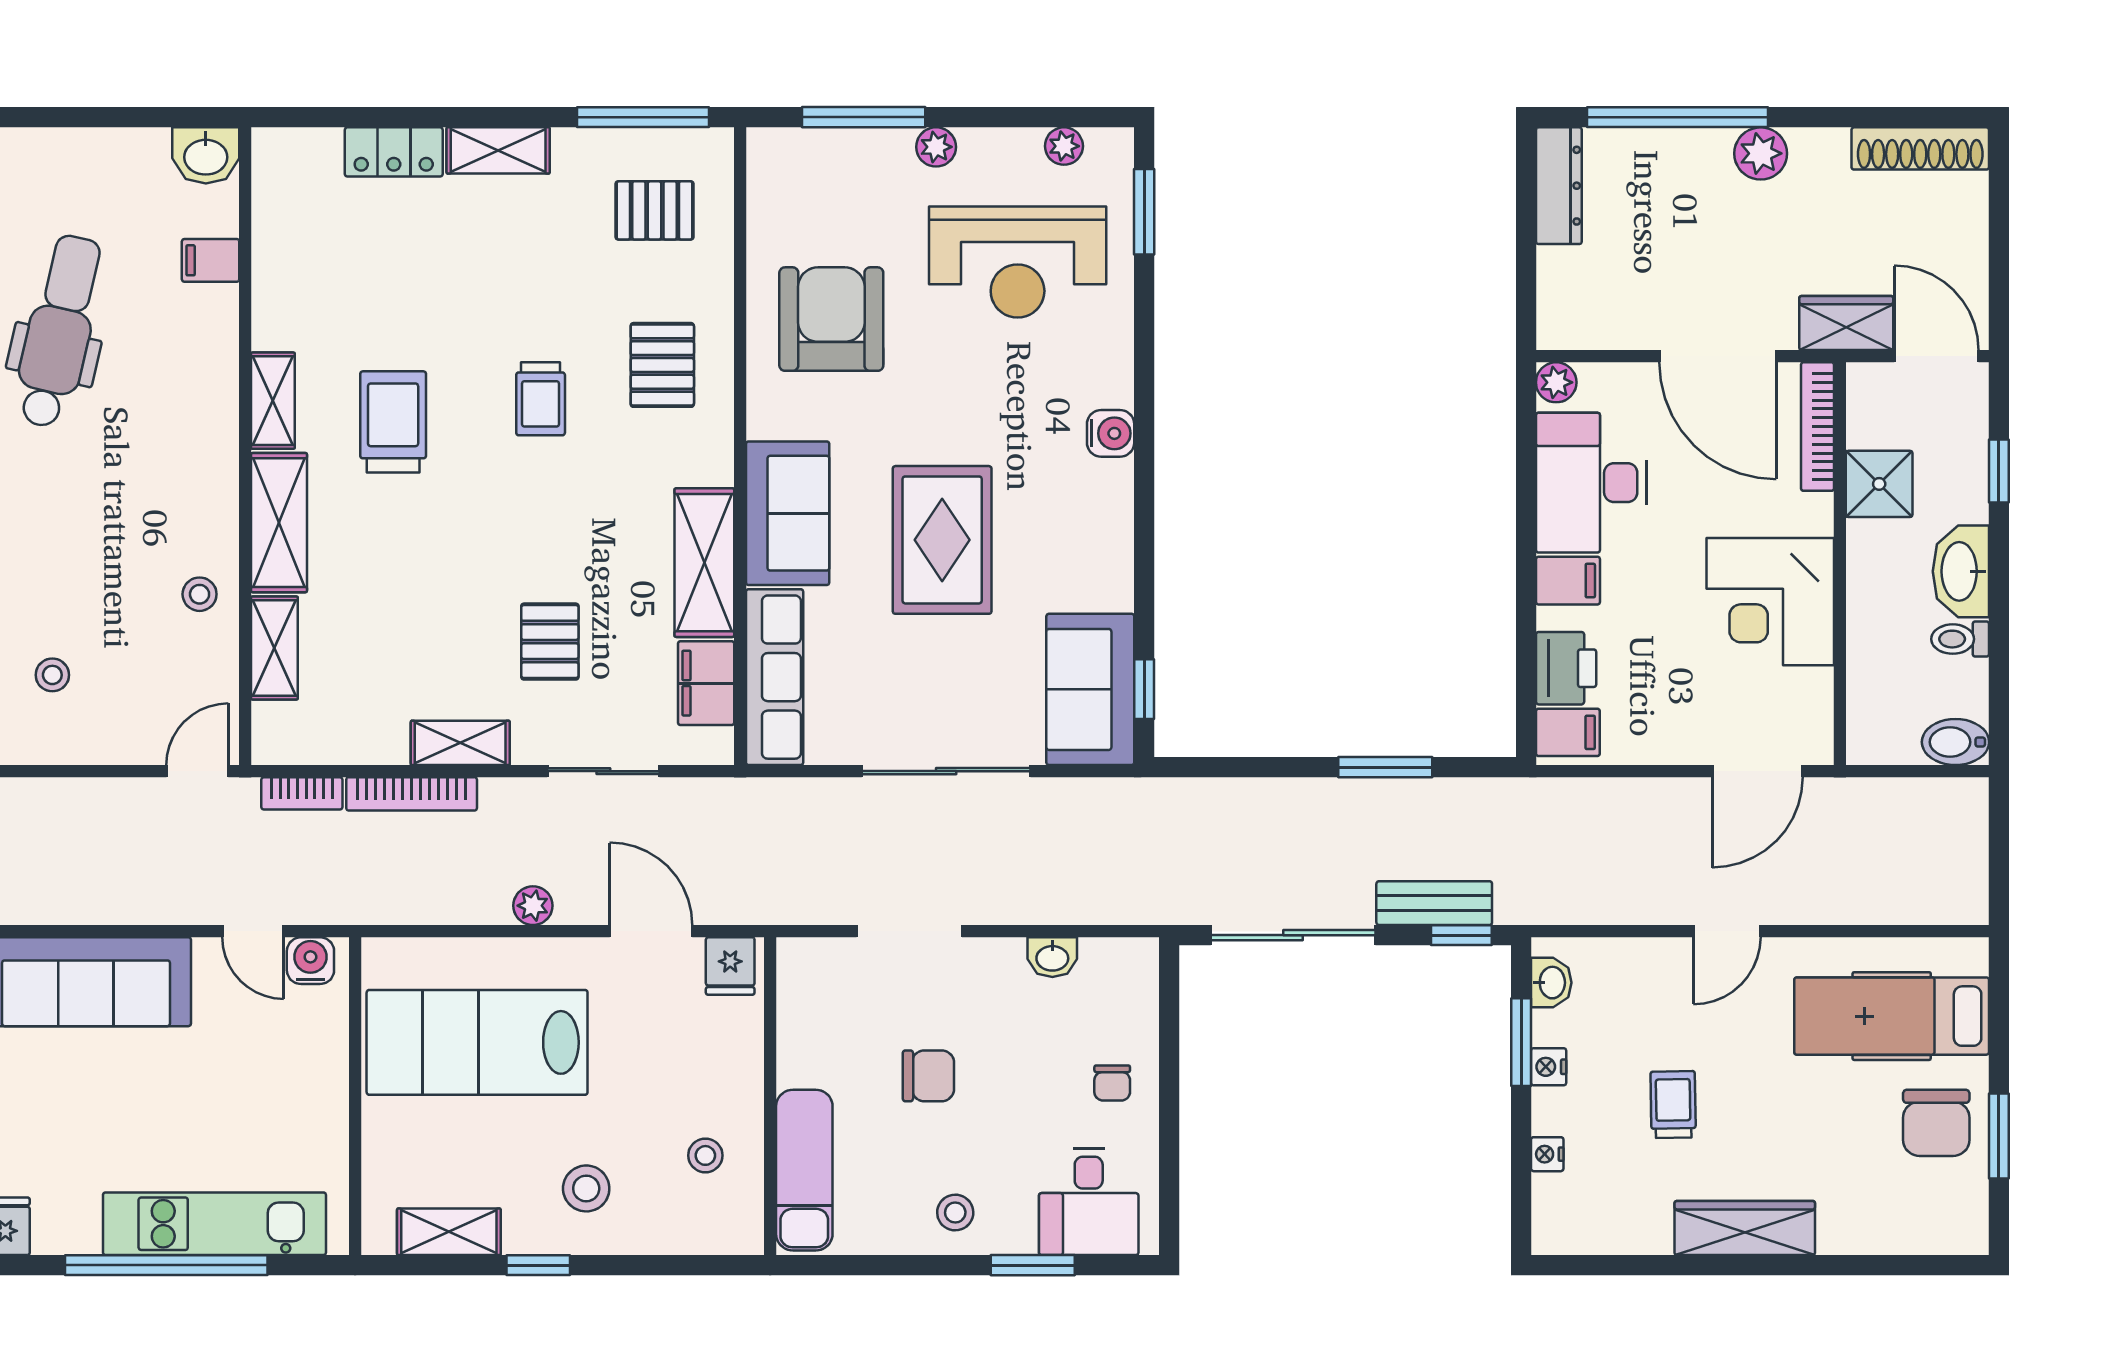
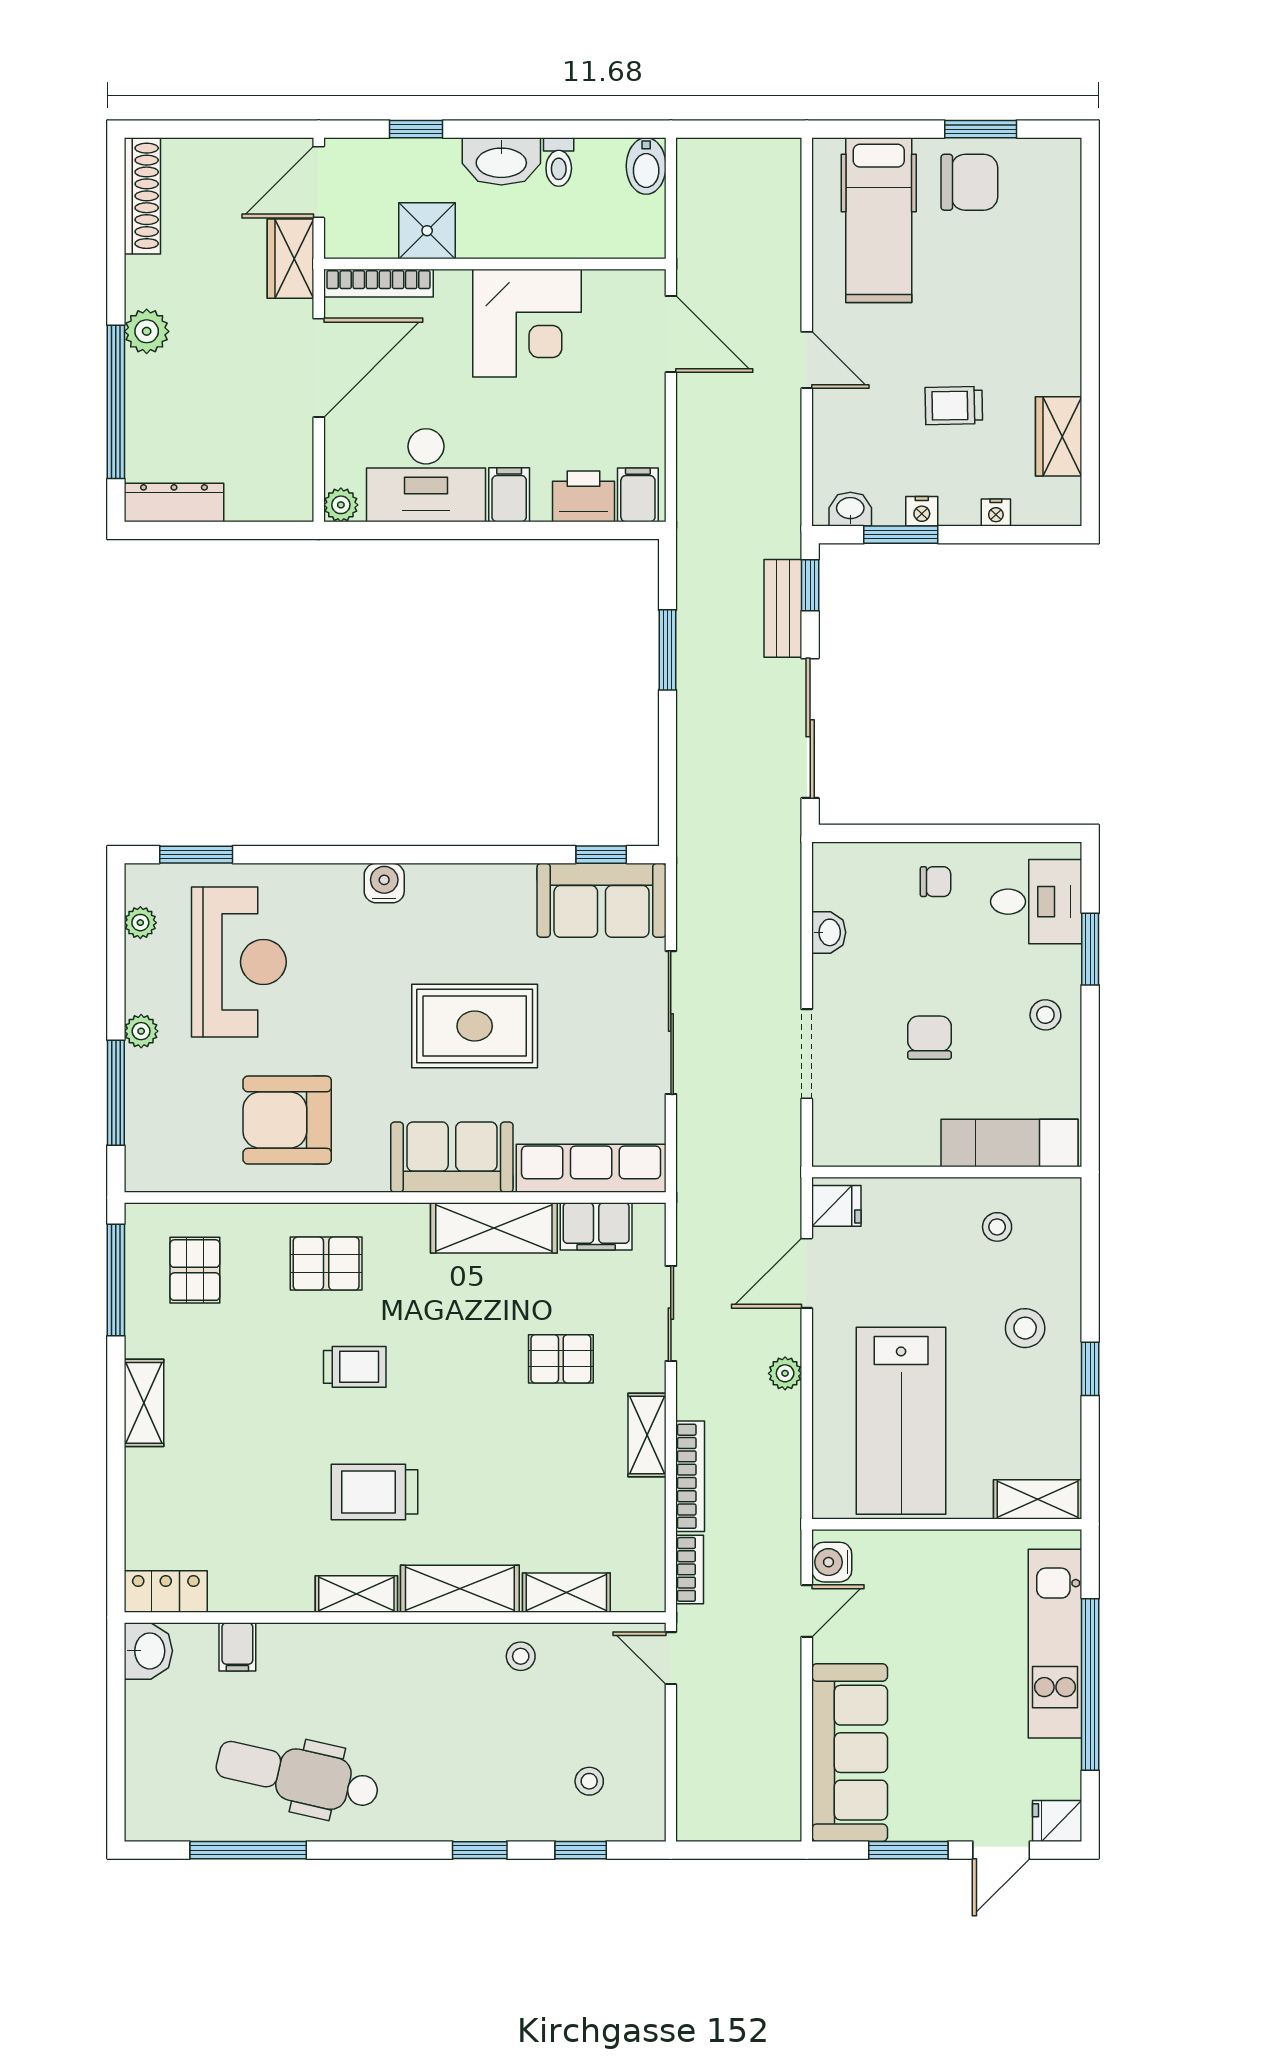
locker: (394, 152) -> (166, 1592), moved, turned -90
wardrobe: (1745, 1228) -> (1059, 436), moved, width x0.67
shelving: (449, 1232) -> (1038, 1499), moved, turned 90

